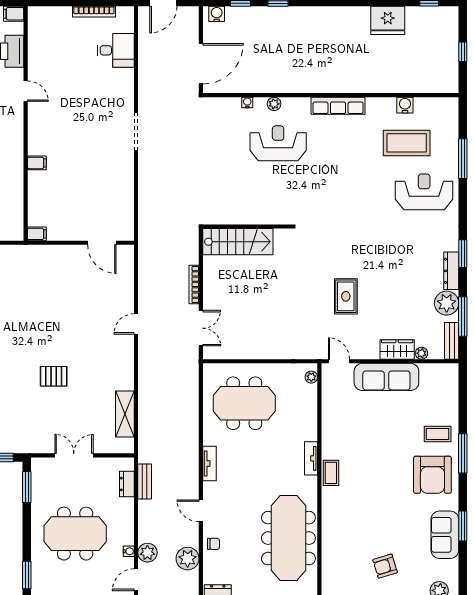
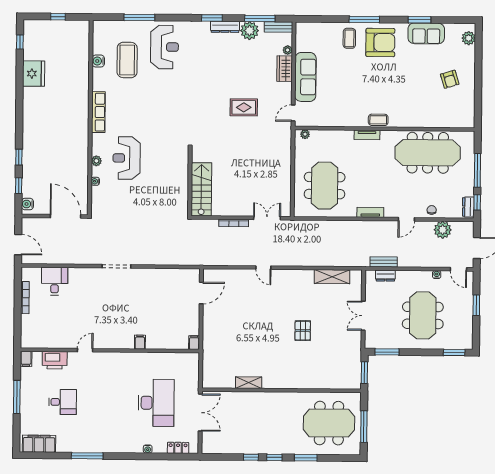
reception desk: (424, 192) -> (165, 47), turned 180
plant: (147, 553) -> (438, 260), removed

